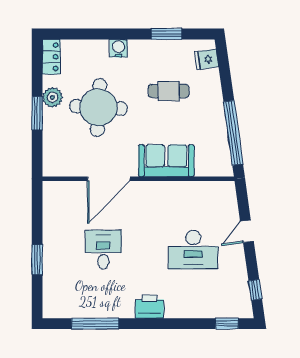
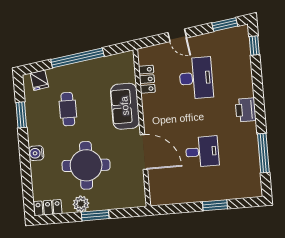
window: (233, 133) -> (77, 58), moved
locker: (197, 190) -> (147, 79), added
desk: (103, 250) -> (202, 152), turned 180
window: (255, 290) -> (225, 24), width x1.50

